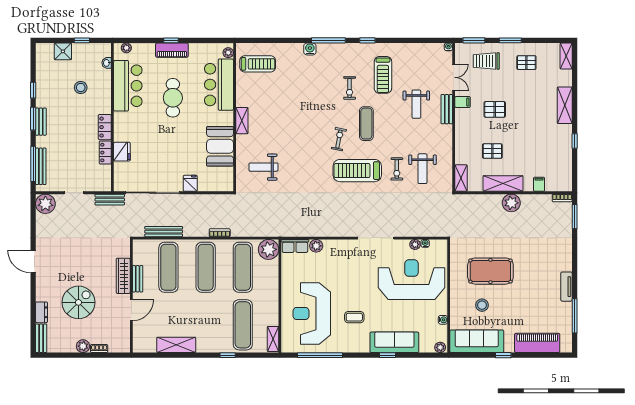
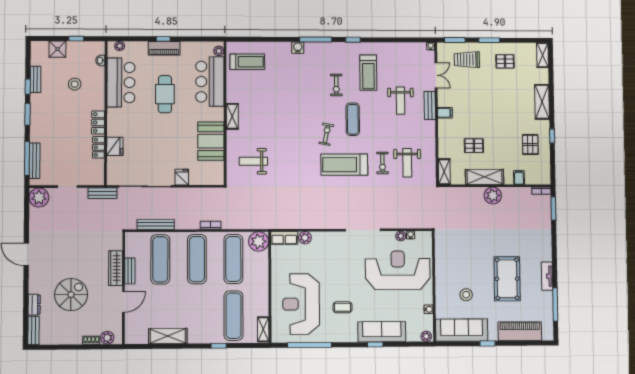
filing cabinet: (463, 102) -> (445, 113), moved
pallet: (495, 109) -> (530, 144), moved, turned 90
bench: (41, 122) -> (35, 79), moved
pool table: (490, 271) -> (507, 279), moved, turned 90
plant: (83, 346) -> (107, 338), moved

